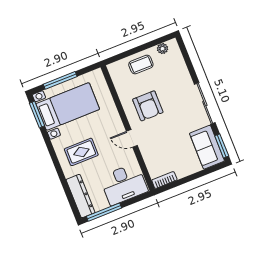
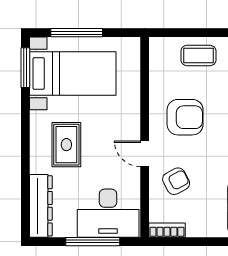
armchair: (148, 106) -> (185, 117), turned -90
armchair: (158, 148) -> (176, 181), added
rug: (81, 152) -> (66, 145), turned 90
window: (104, 212) -> (93, 242), moved

